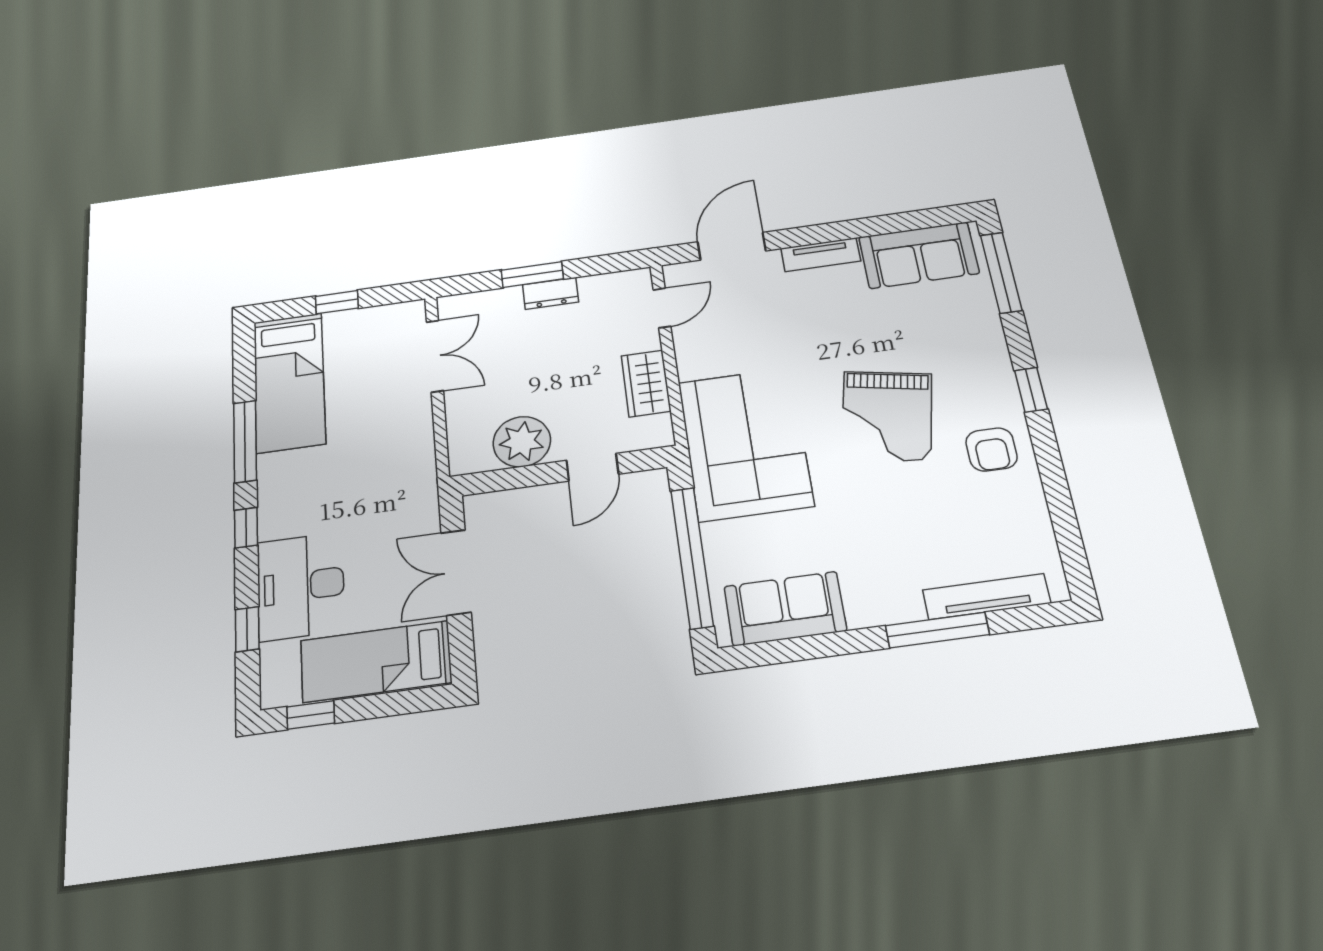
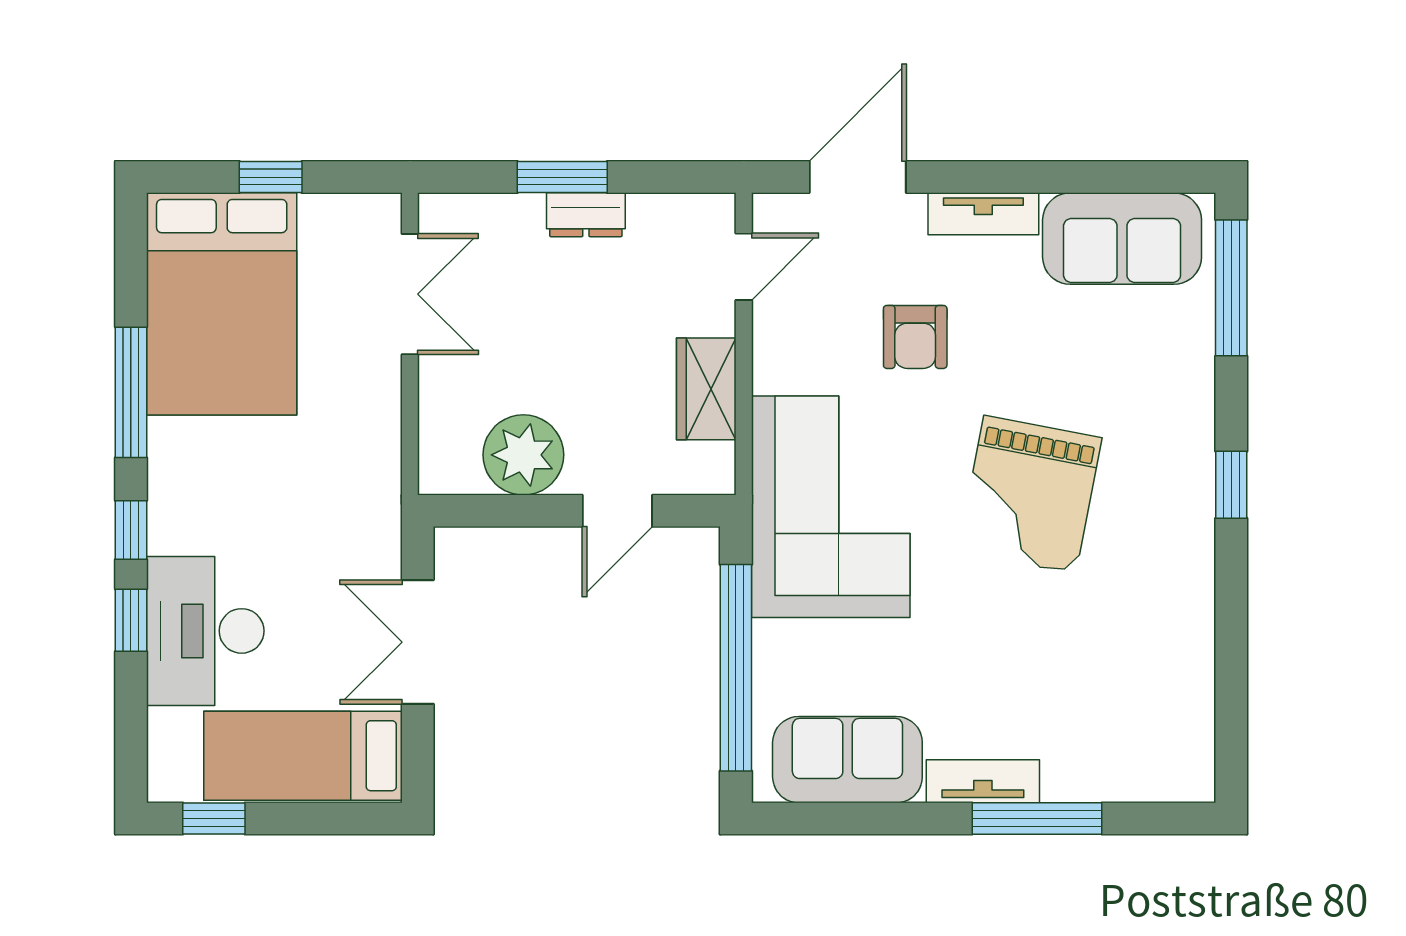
bed: (289, 382) -> (222, 304), width x1.50
armchair: (991, 449) -> (915, 337), moved
tv unit: (986, 597) -> (983, 781), moved, width x0.71
window: (247, 629) -> (131, 620), moved

